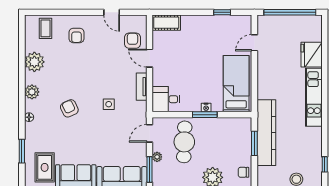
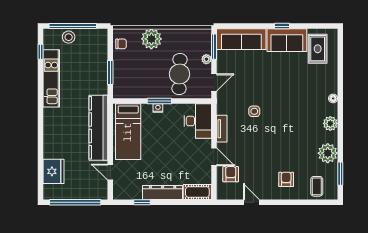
dresser: (201, 22) -> (163, 193), added
armchair: (133, 41) -> (231, 174), turned 180
door: (254, 43) -> (110, 172), swing flipped
fridge: (312, 55) -> (54, 171), moved
kitchen unit: (314, 97) -> (51, 78), moved
desk: (166, 99) -> (198, 121), width x1.37
armchair: (69, 108) -> (293, 107), removed
kitchen counter: (266, 133) -> (98, 128), moved
window: (22, 151) -> (340, 174), moved

